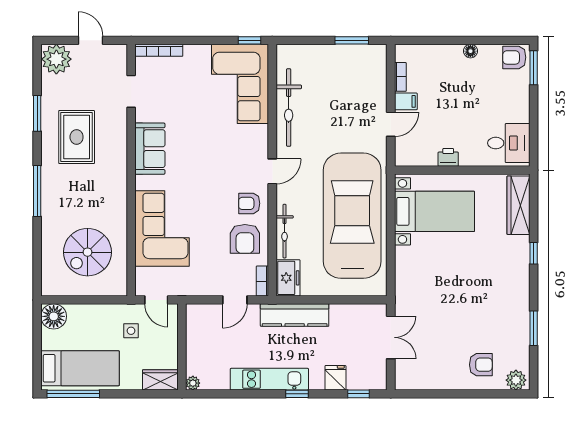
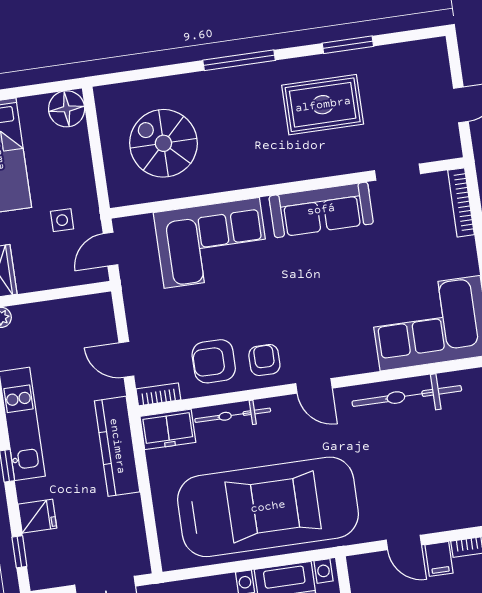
plant: (56, 59) -> (428, 61), removed
sofa: (150, 149) -> (321, 210), width x1.36

